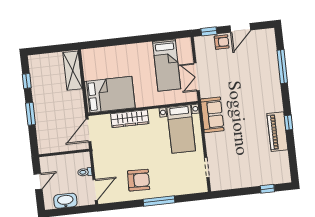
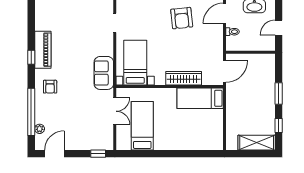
door: (240, 28) -> (54, 154), moved
armchair: (222, 42) -> (50, 87), moved, turned -90
plant: (272, 50) -> (40, 129), added
window: (282, 67) -> (31, 112), width x1.46
shelving: (73, 71) -> (257, 143), moved, turned 90
bed: (110, 95) -> (200, 98), width x0.67
armchair: (139, 180) -> (182, 18), turned -98

